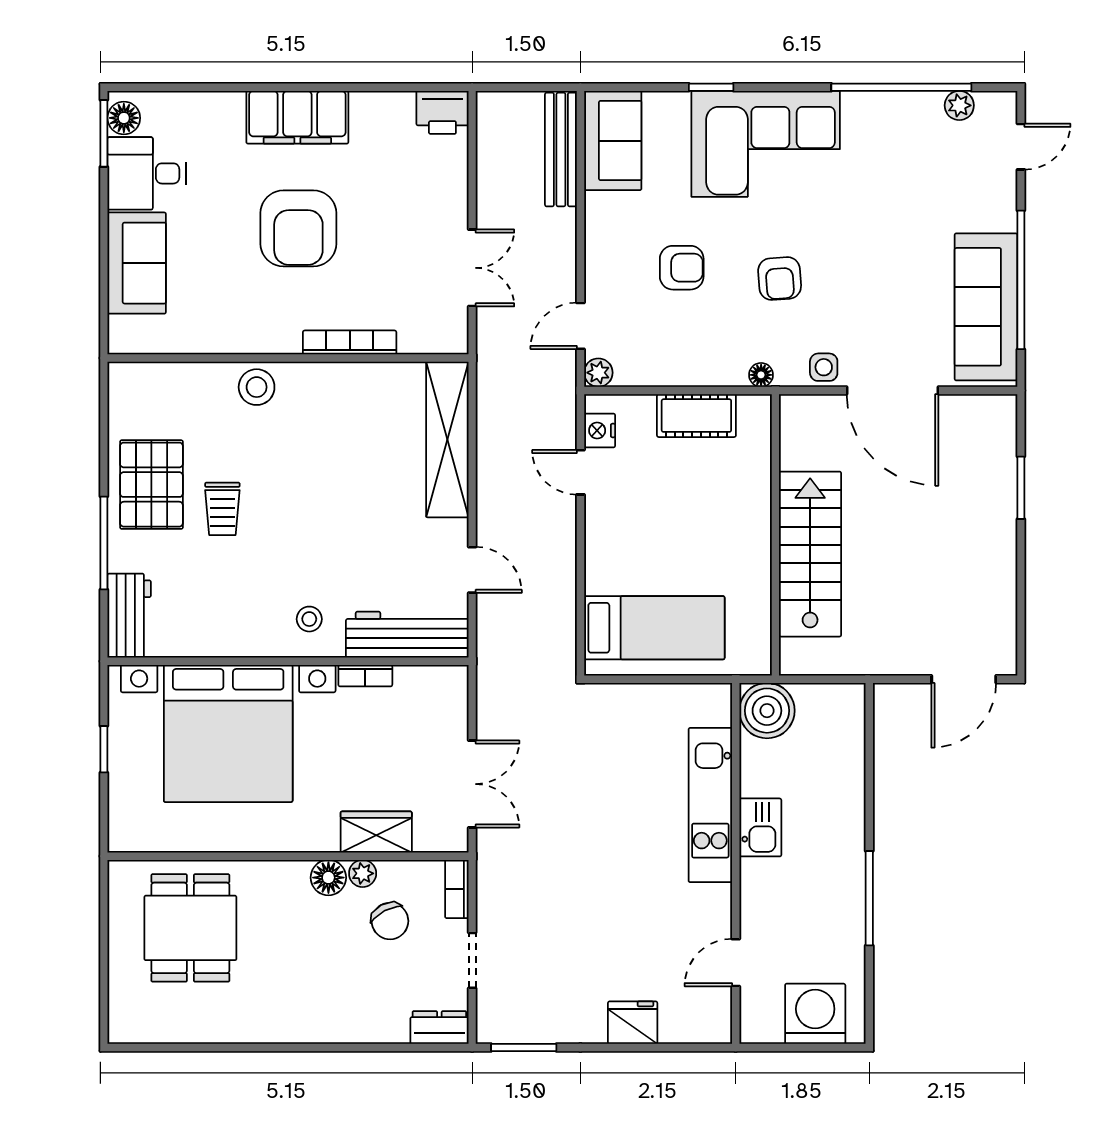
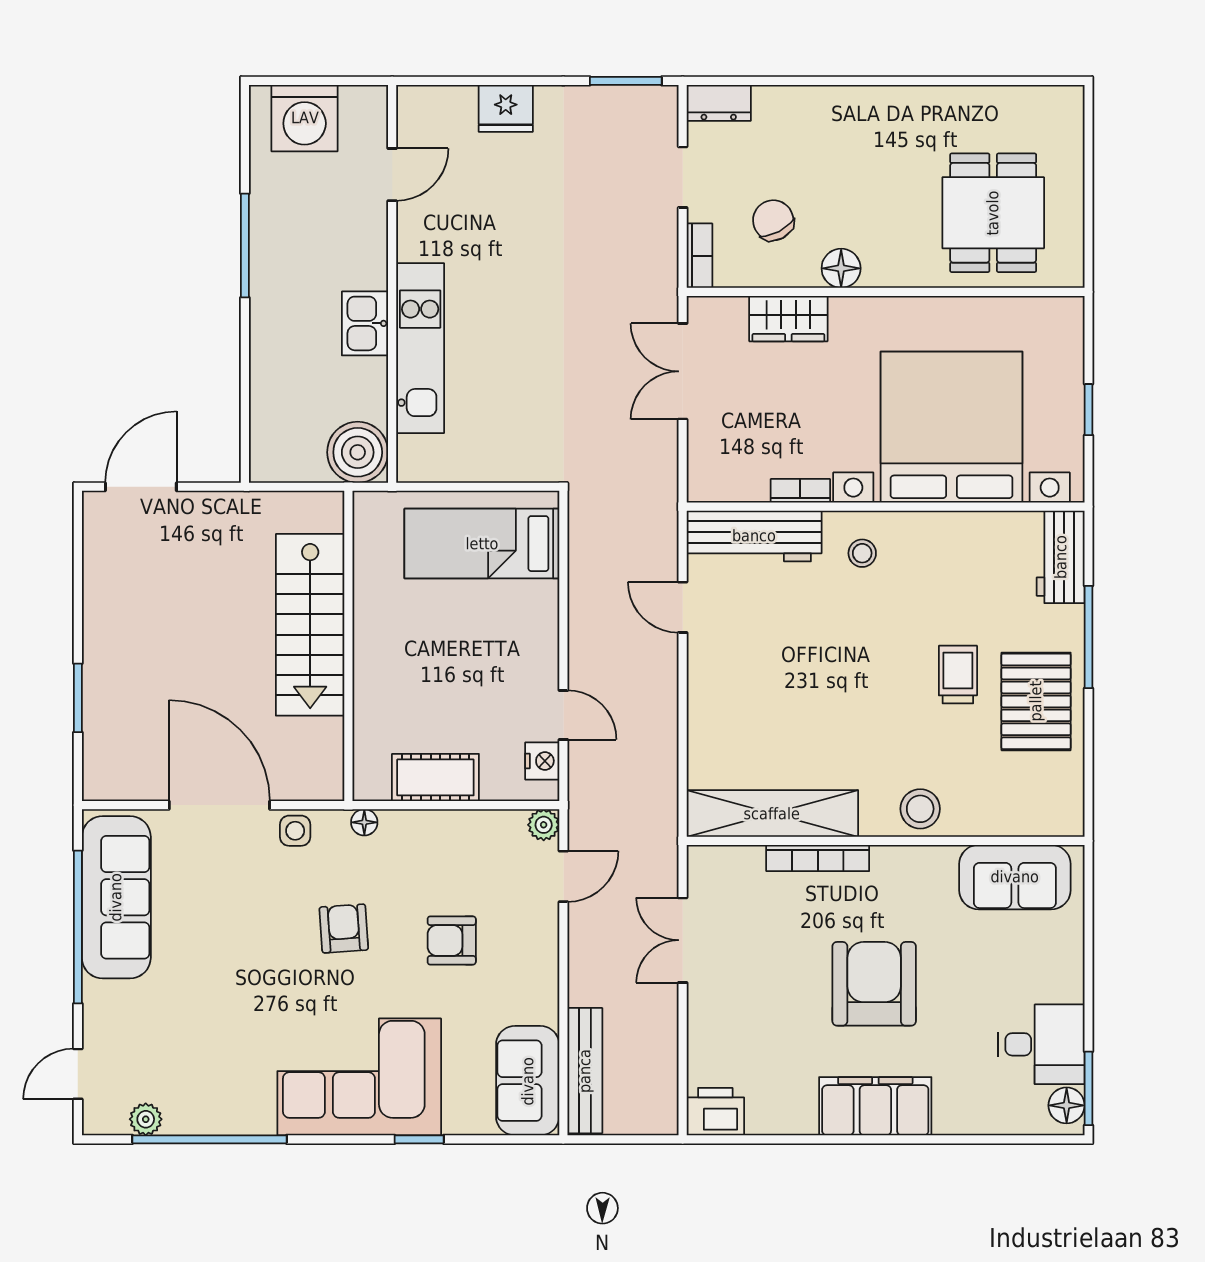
sofa: (137, 263) -> (1015, 877), moved, turned -90
shelving: (447, 439) -> (772, 814), moved, turned 90
plant: (363, 873) -> (803, 273), removed

